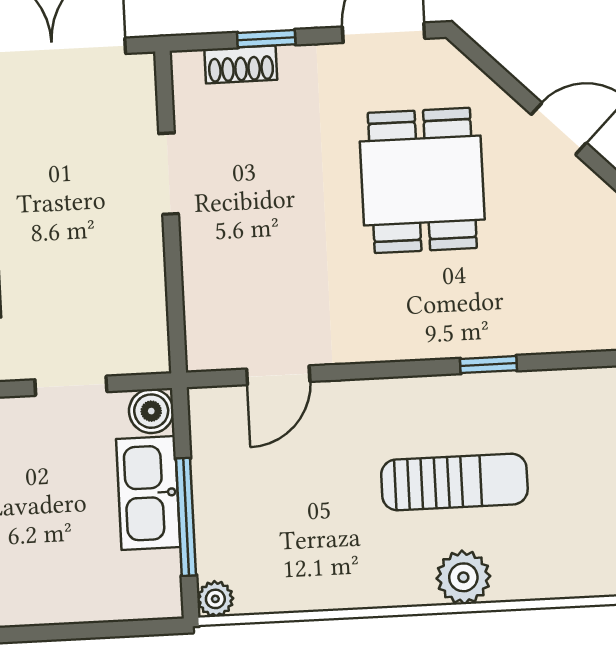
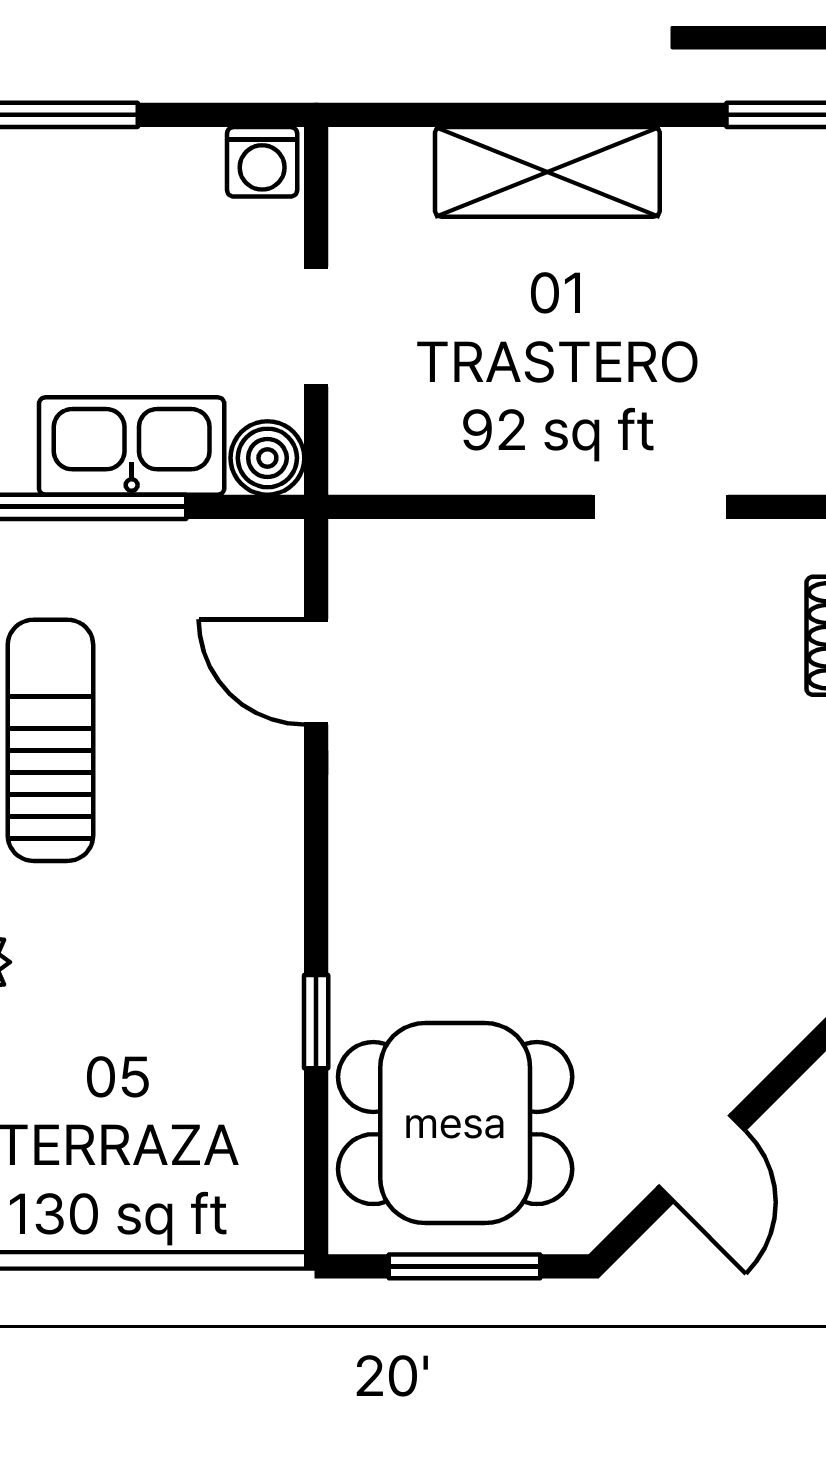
dining table: (422, 180) -> (455, 1123), moved
sun lounger: (454, 482) -> (50, 740), moved, turned 180

